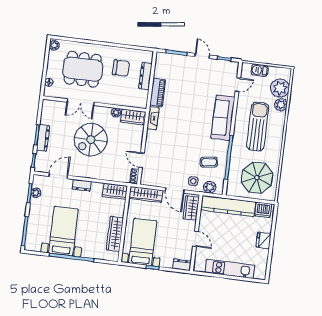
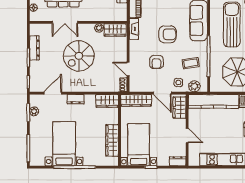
armchair: (188, 128) -> (167, 34), added
dresser: (43, 138) -> (34, 48), moved
armchair: (173, 156) -> (156, 62), added

